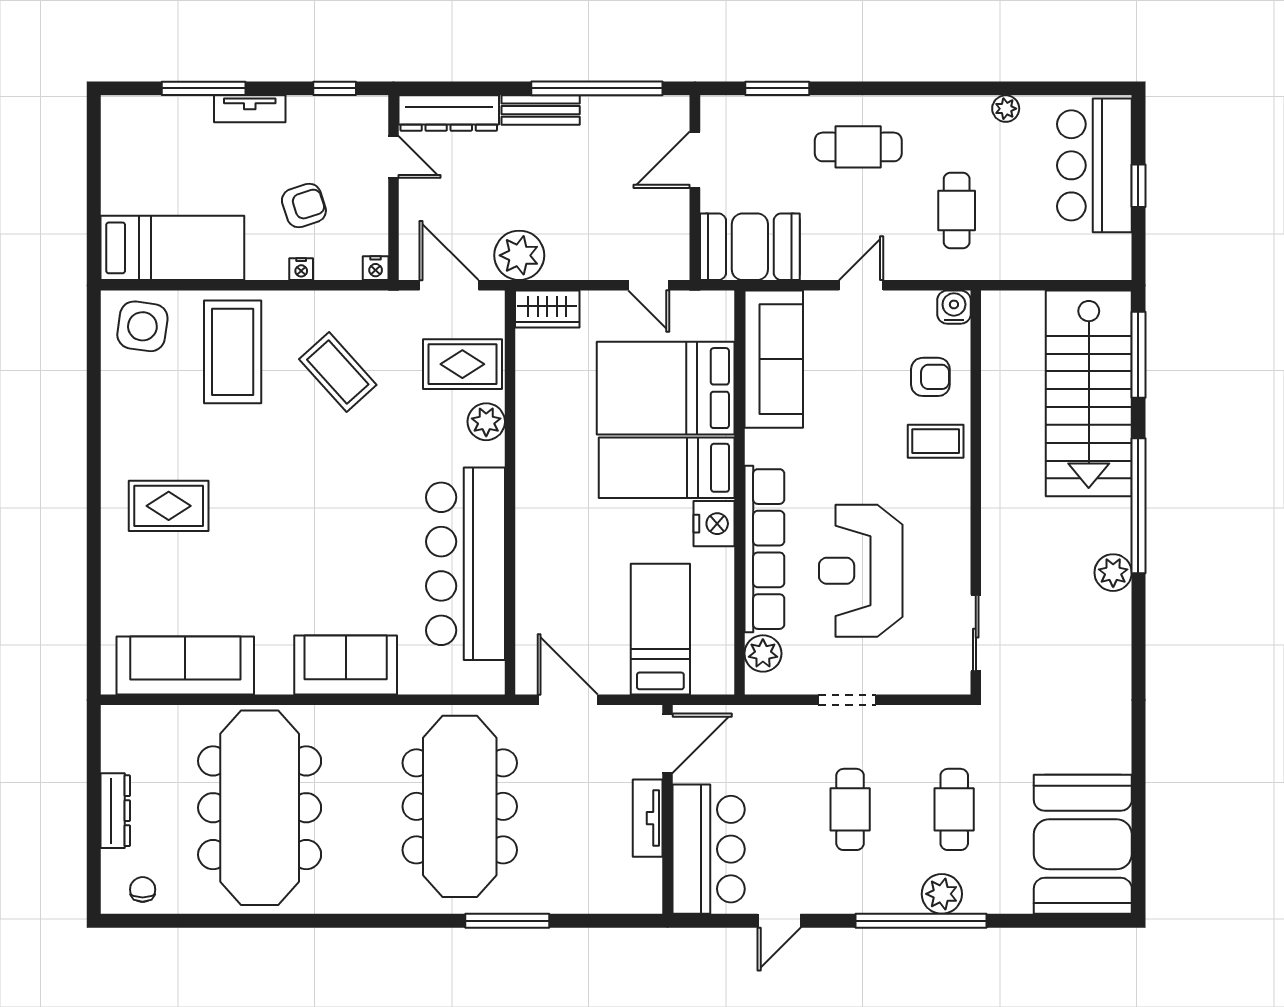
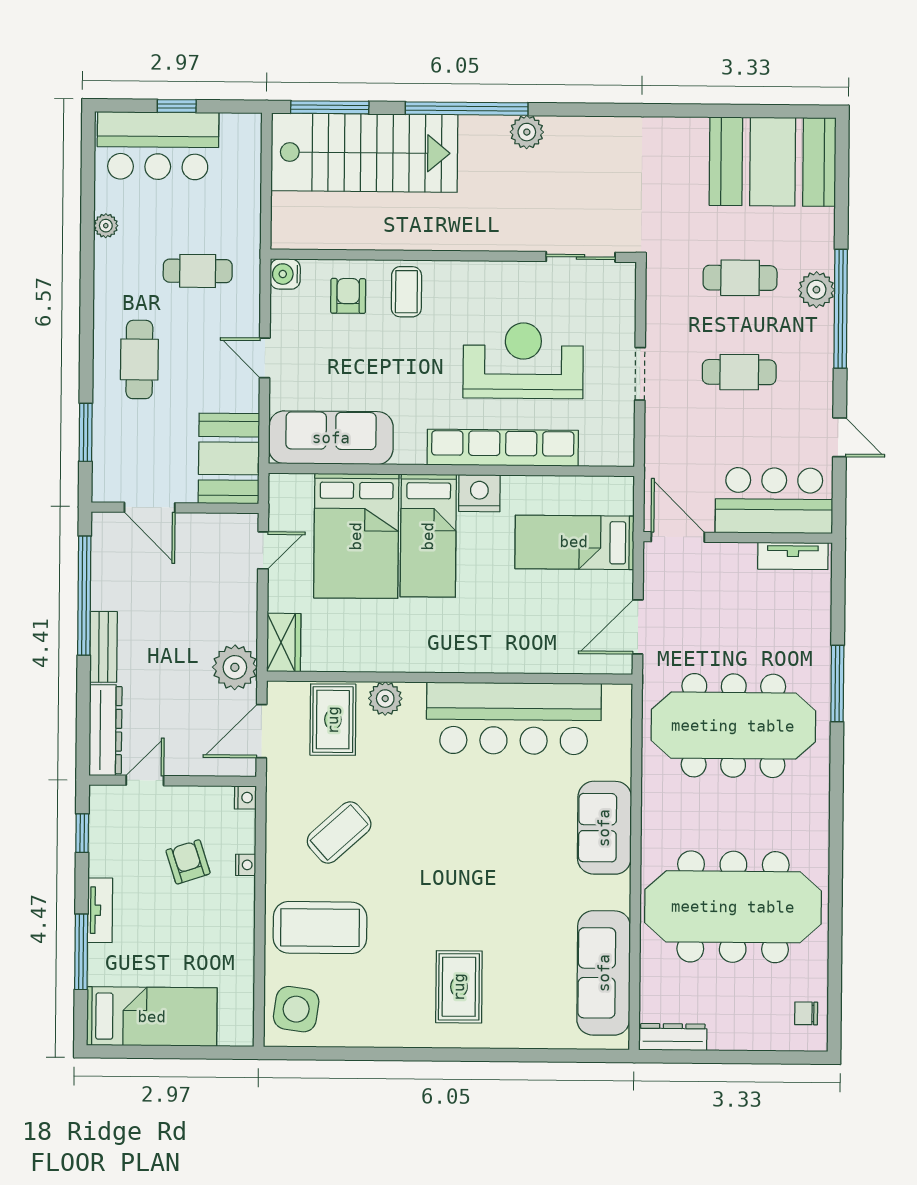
bed: (172, 248) -> (152, 1017), moved, turned 90
reception desk: (861, 571) -> (523, 361), turned 180
plant: (763, 654) -> (597, 450), removed
dresser: (115, 811) -> (673, 1037), moved
tv unit: (648, 818) -> (793, 556), moved

